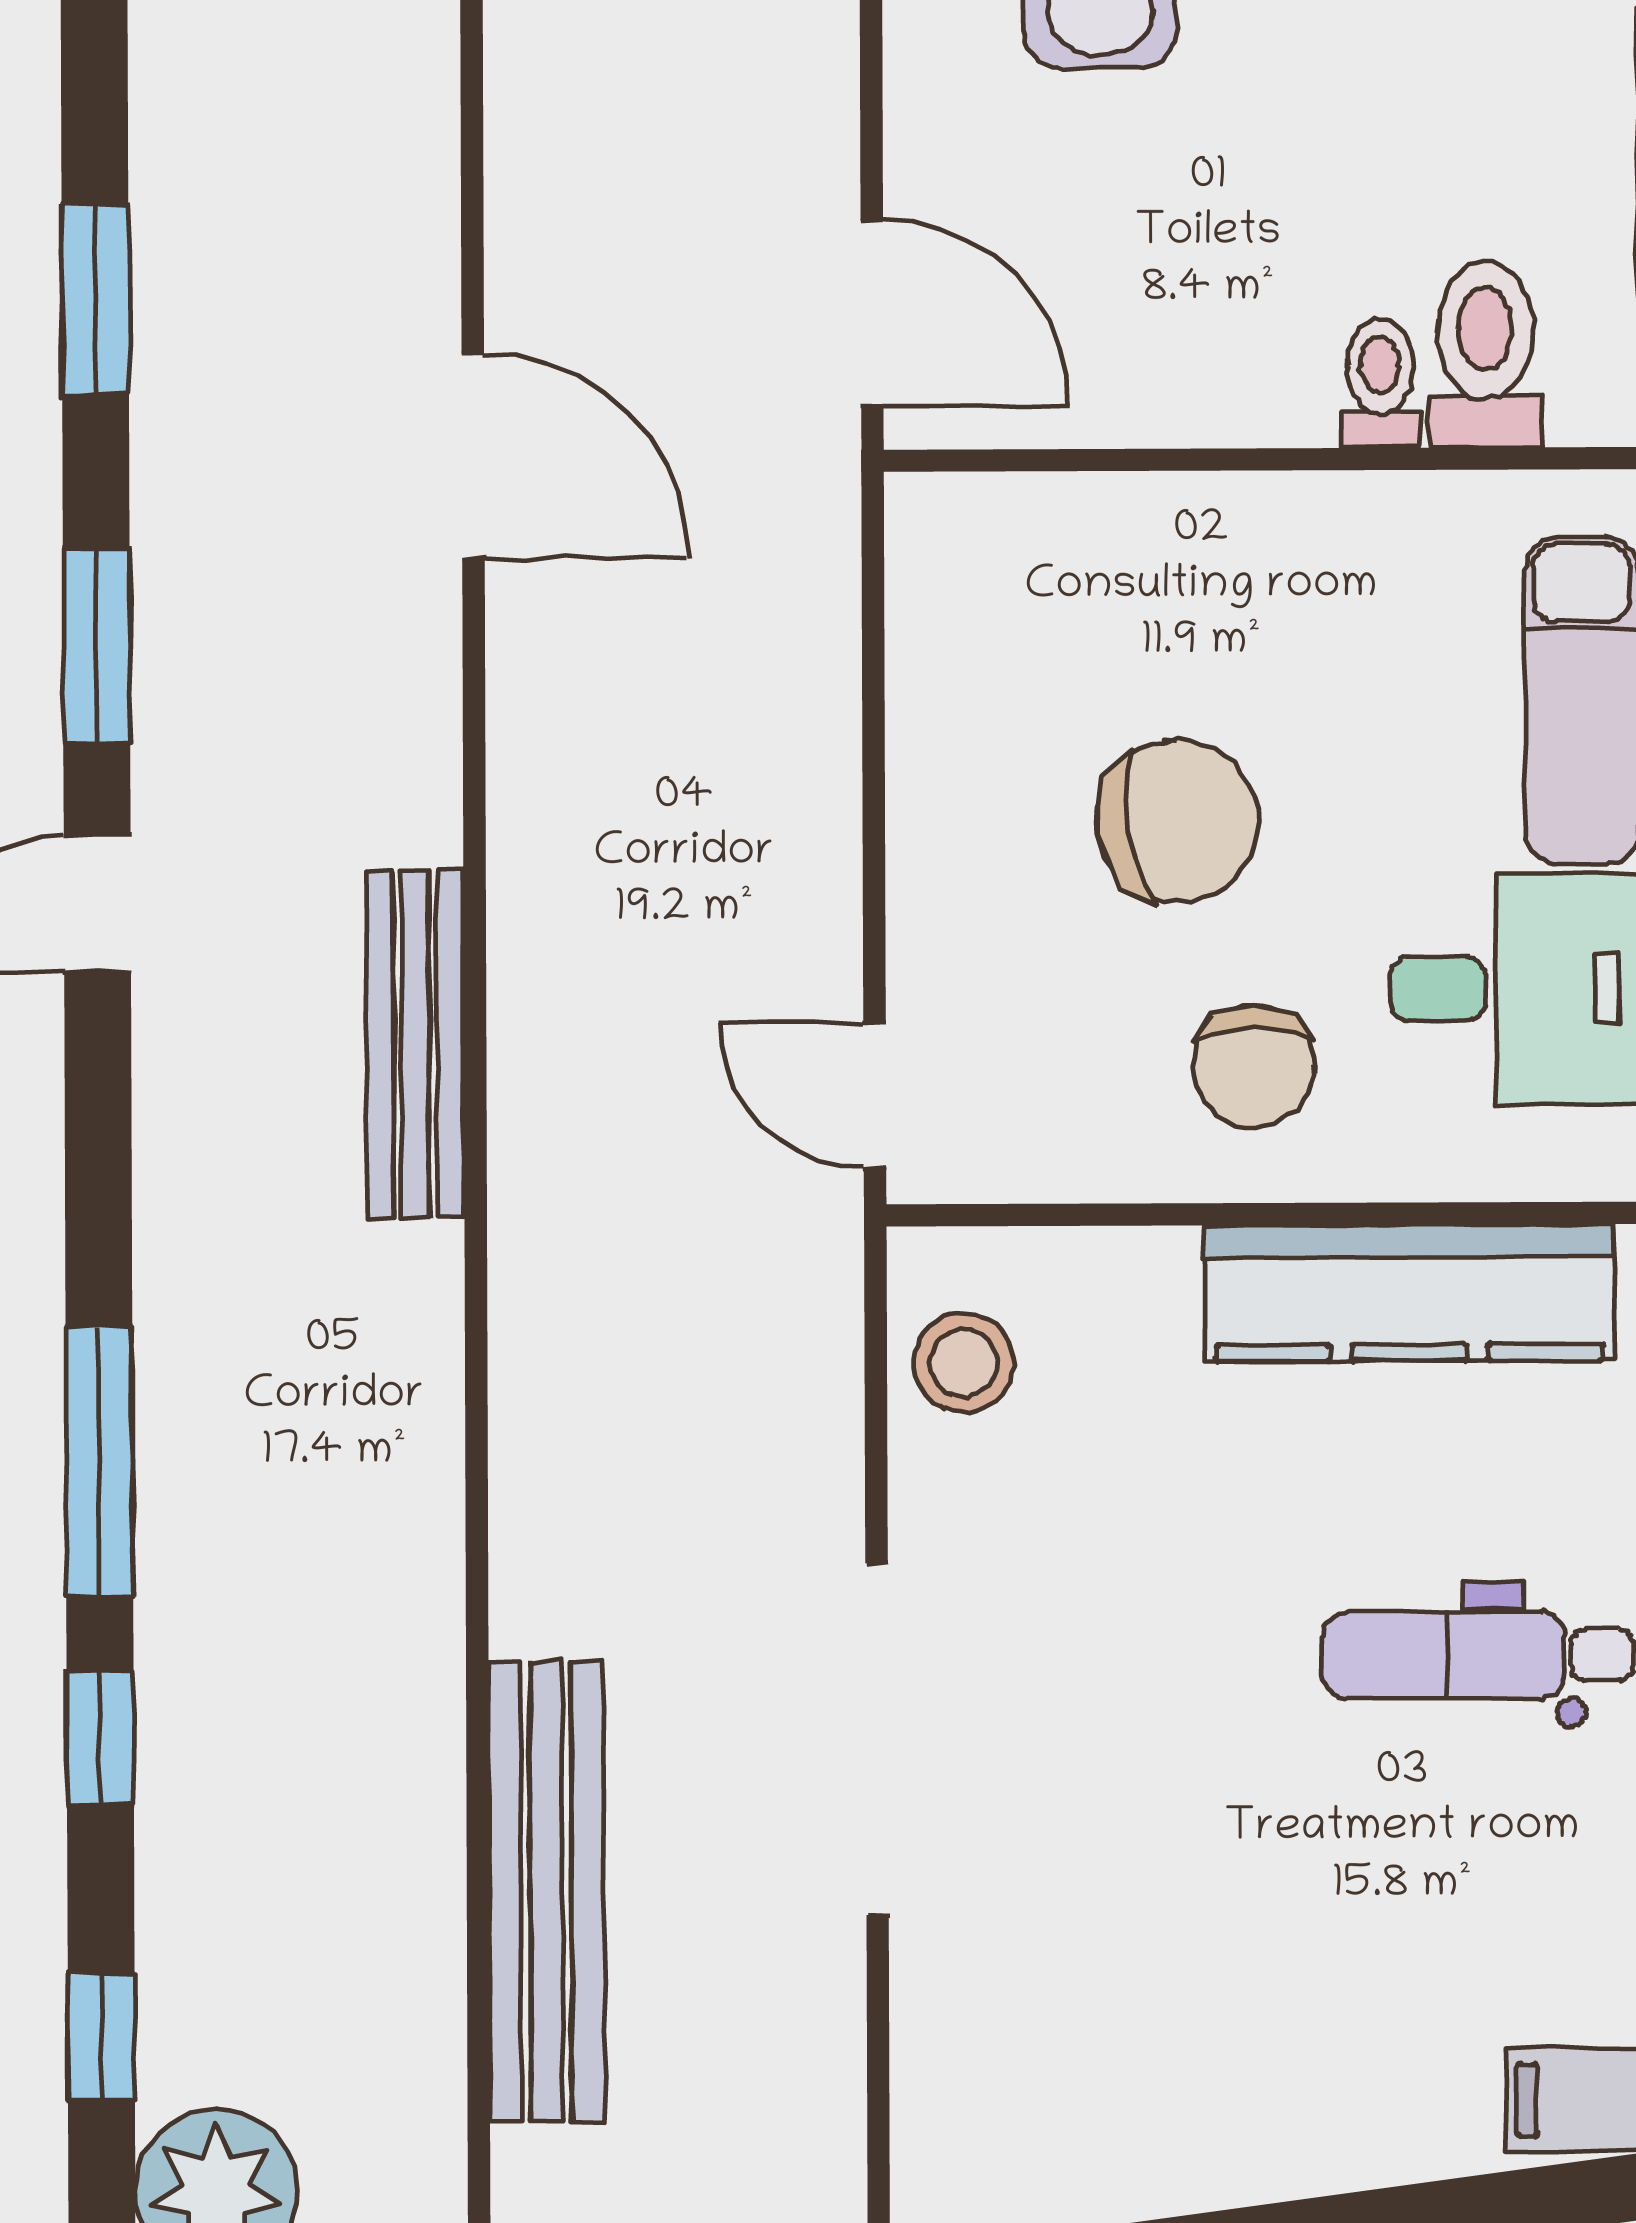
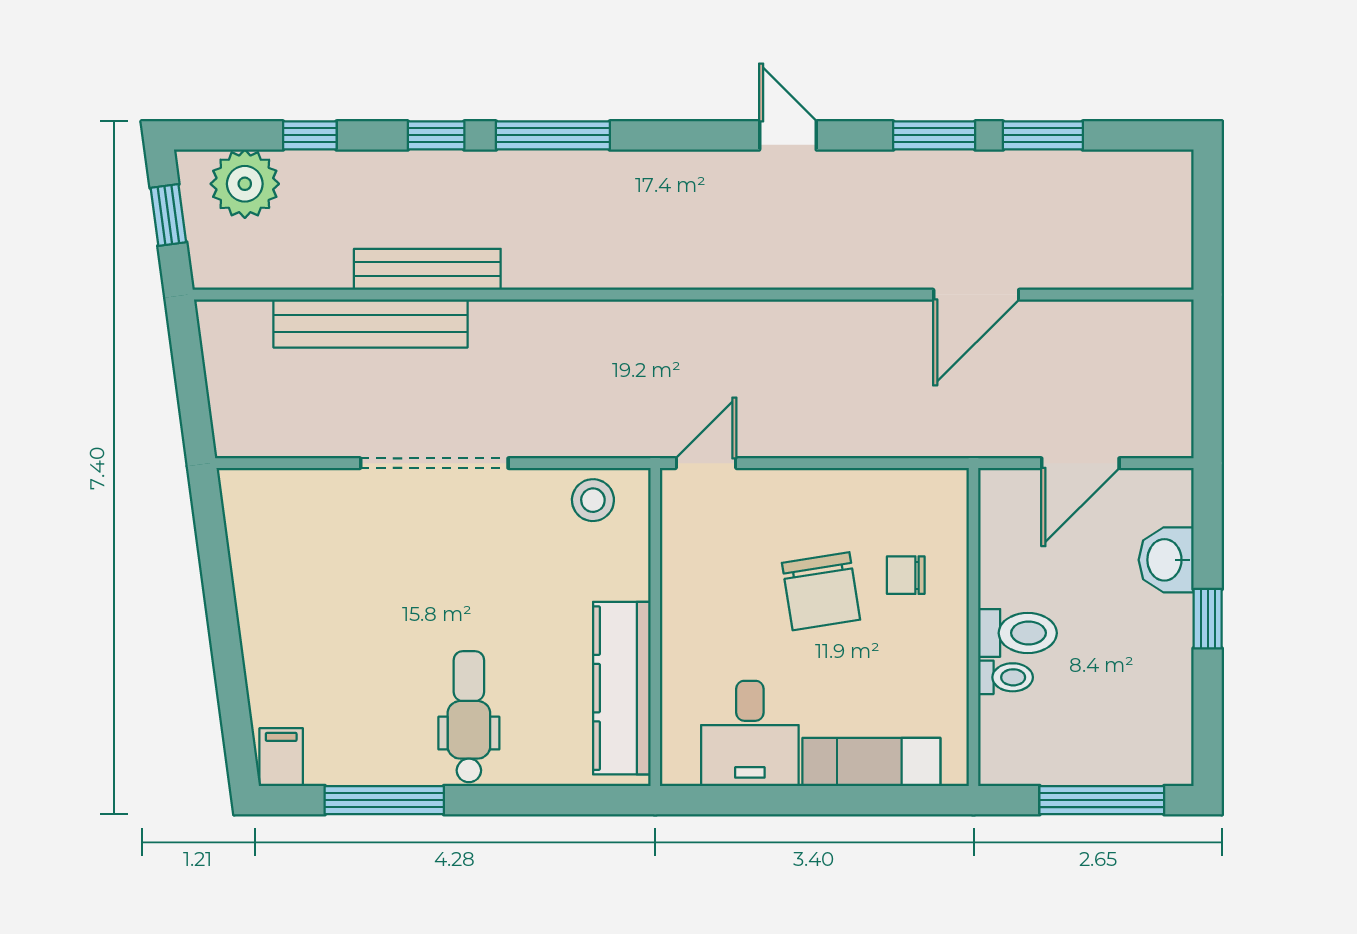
door: (872, 313) -> (1080, 463), moved
toilet: (1485, 354) -> (1018, 633), moved
window: (96, 646) -> (934, 135), moved
bench: (415, 1044) -> (427, 269), moved
chair: (1254, 1066) -> (906, 575), moved, width x0.73, depth x0.73

